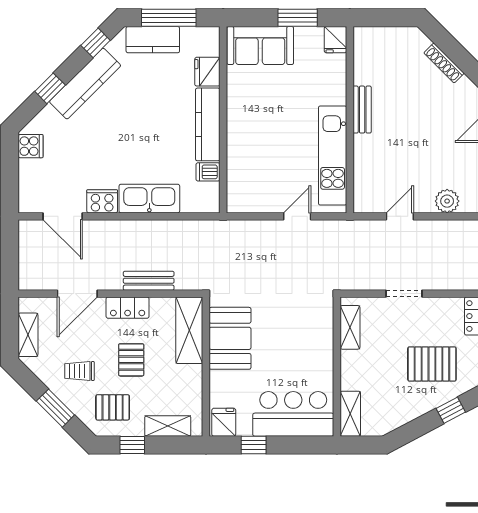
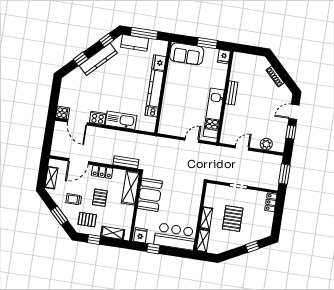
cooker: (30, 146) -> (63, 113), moved
bench: (149, 281) -> (126, 162), moved
shelving: (350, 327) -> (206, 218), moved
pallet: (432, 364) -> (233, 219), moved, turned 90

